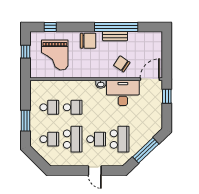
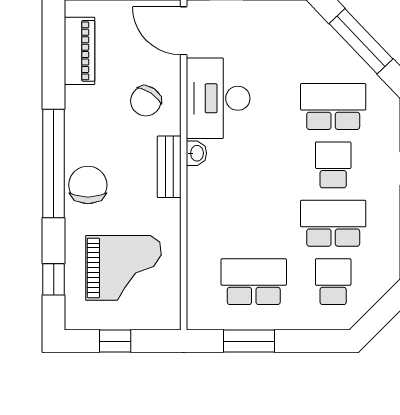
window: (116, 27) -> (54, 164), moved
bench: (115, 36) -> (169, 167), moved
piano: (142, 37) -> (80, 51), added
school desk: (49, 107) -> (254, 282), width x1.85
school desk: (73, 107) -> (254, 223), removed
window: (25, 121) -> (249, 341), moved

